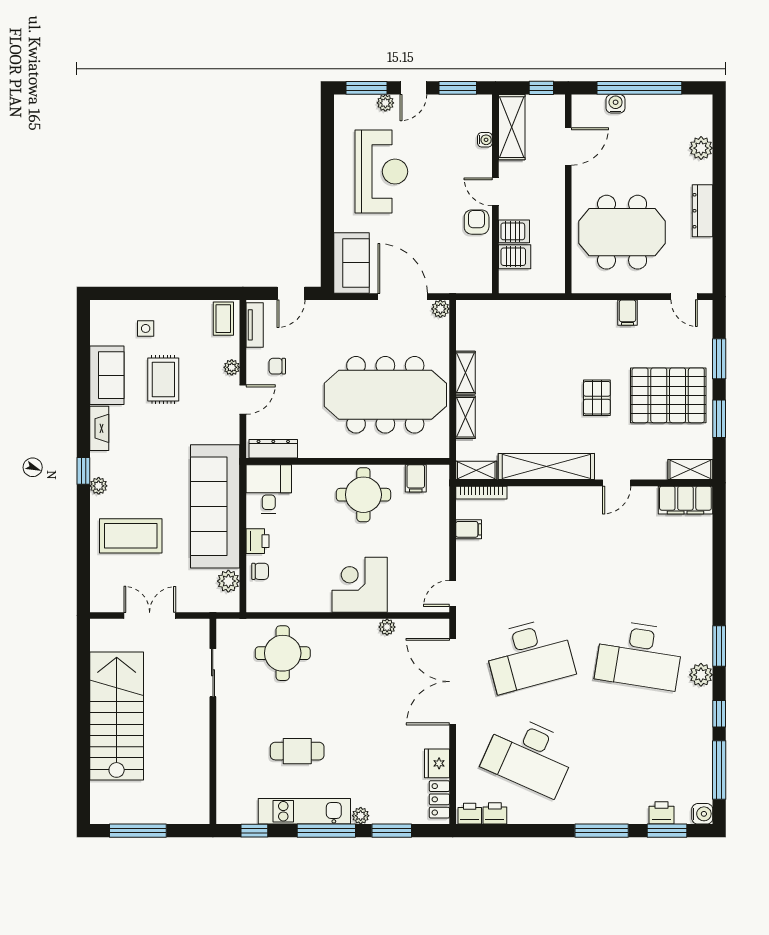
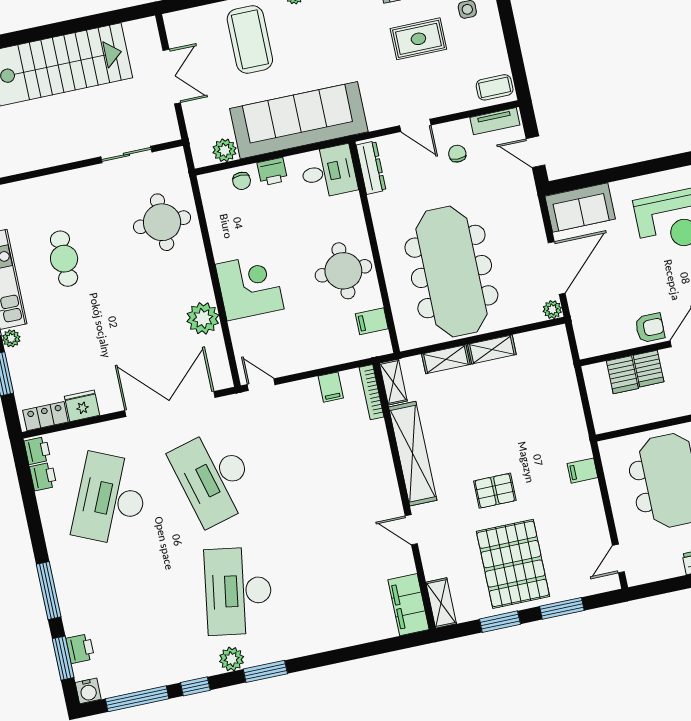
filing cabinet: (627, 313) -> (582, 471), moved
plant: (232, 367) -> (446, 107), removed
plant: (387, 627) -> (203, 318), width x1.88, depth x1.88

